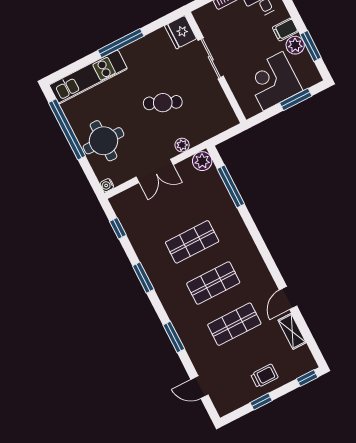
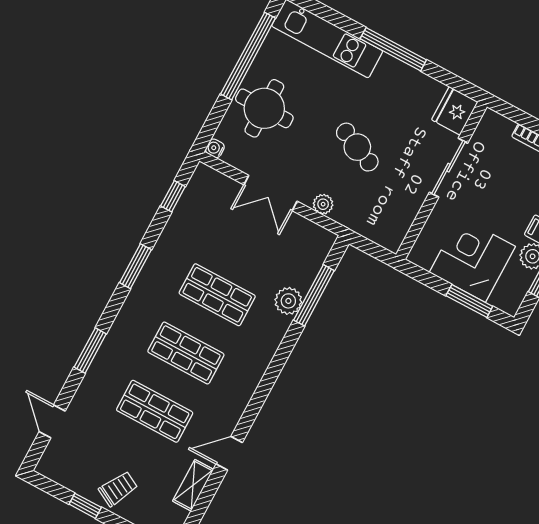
plant: (202, 161) -> (288, 301), moved
trolley: (264, 376) -> (118, 489), turned -62

